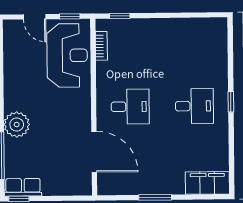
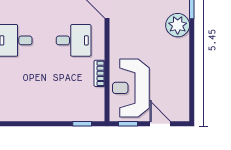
bookcase: (101, 46) -> (99, 73), moved
desk: (130, 107) -> (74, 40), turned 180

